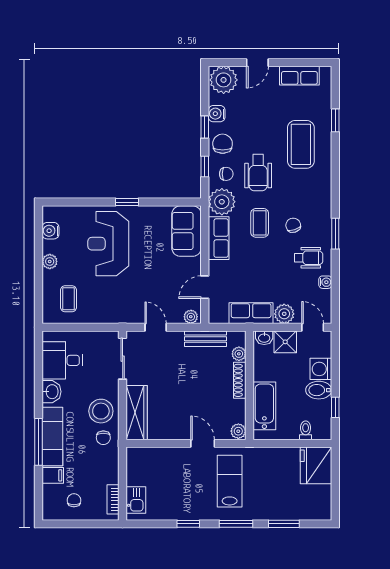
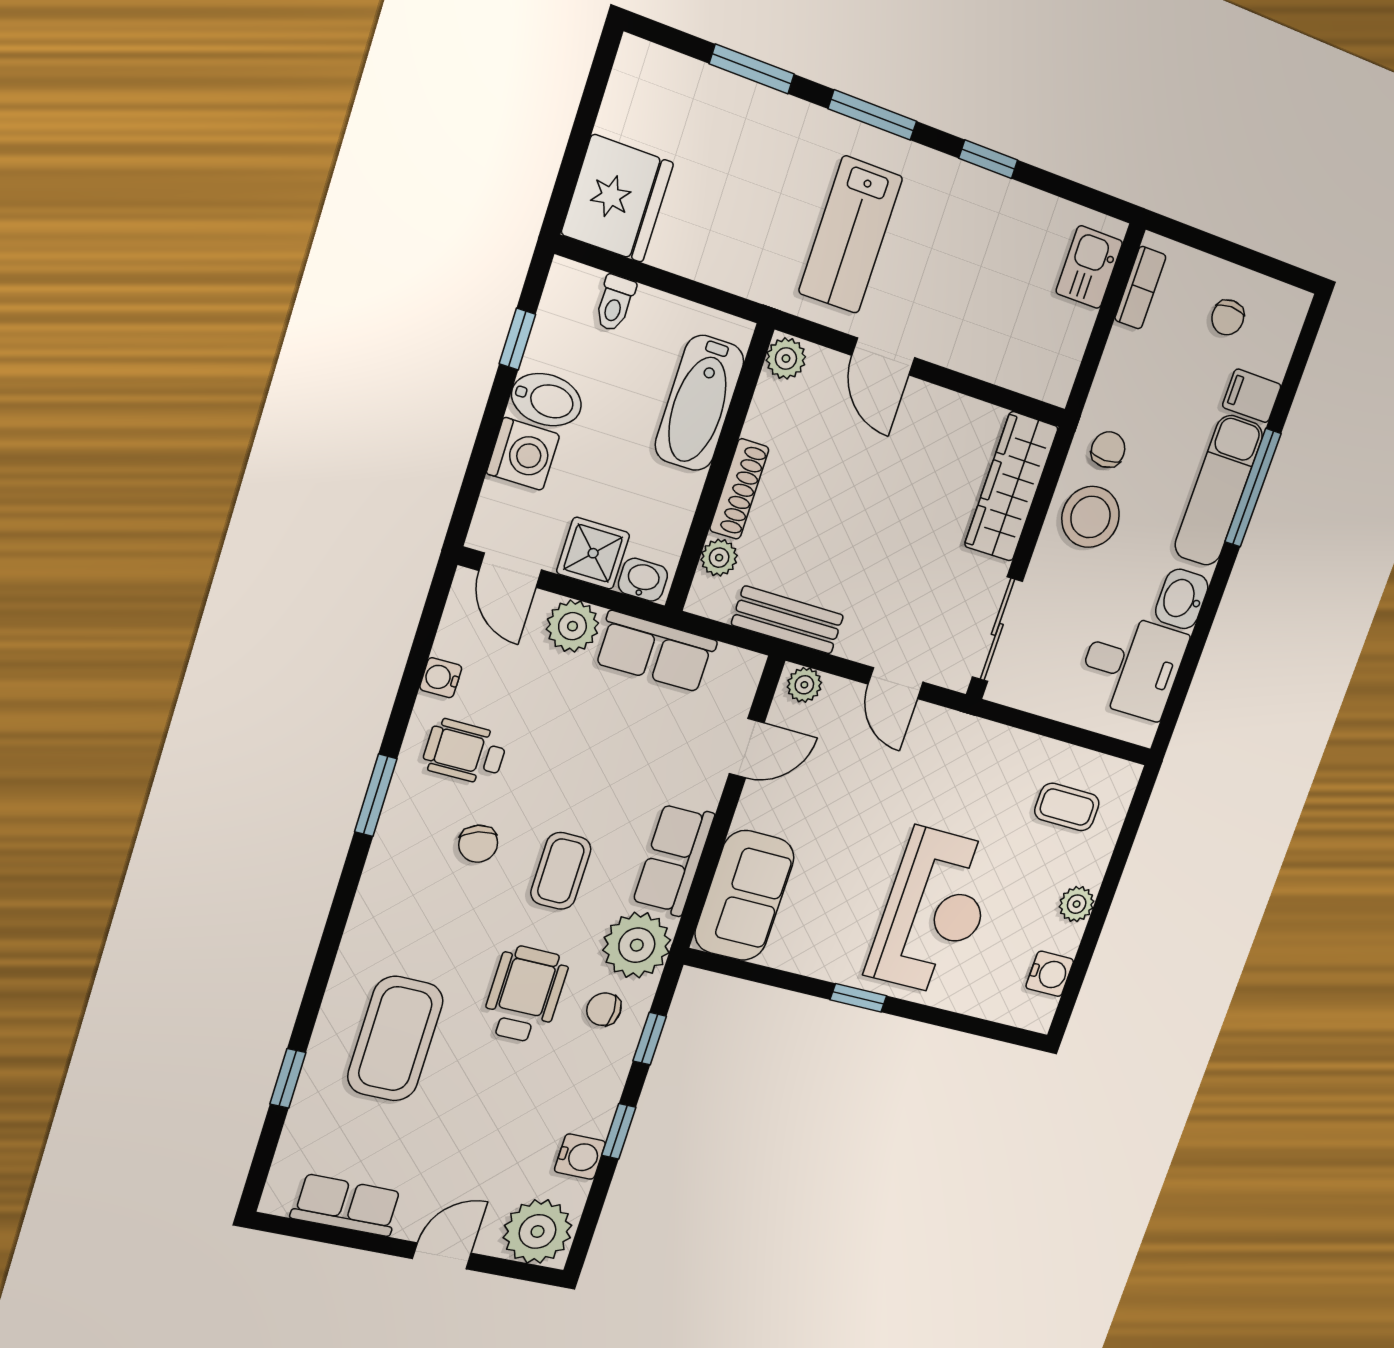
chair: (223, 144) -> (589, 1083), removed
coffee table: (68, 299) -> (1067, 807), turned 90

